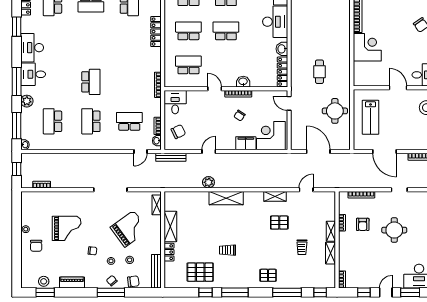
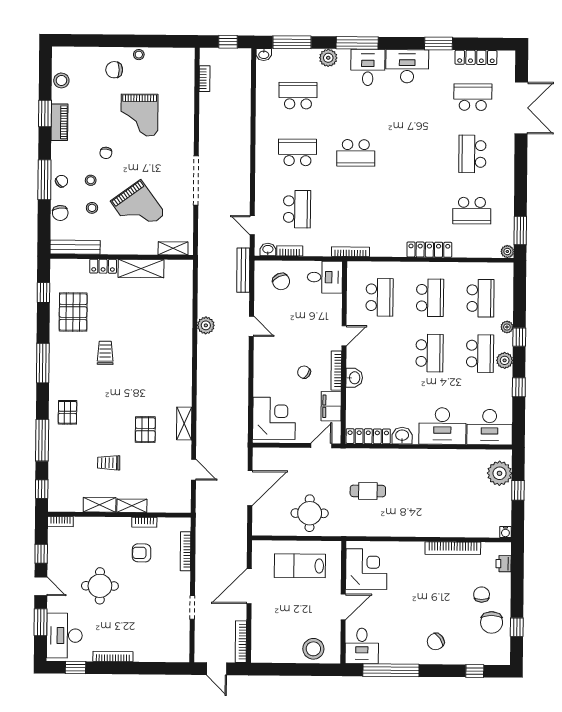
corner desk: (367, 47) -> (366, 569), moved, turned -90
filing cabinet: (246, 143) -> (331, 406), moved, turned 180
shelving: (226, 198) -> (182, 351), removed
round table: (394, 230) -> (100, 586), moved
window: (45, 292) -> (45, 113), moved
window: (206, 292) -> (43, 293), moved

